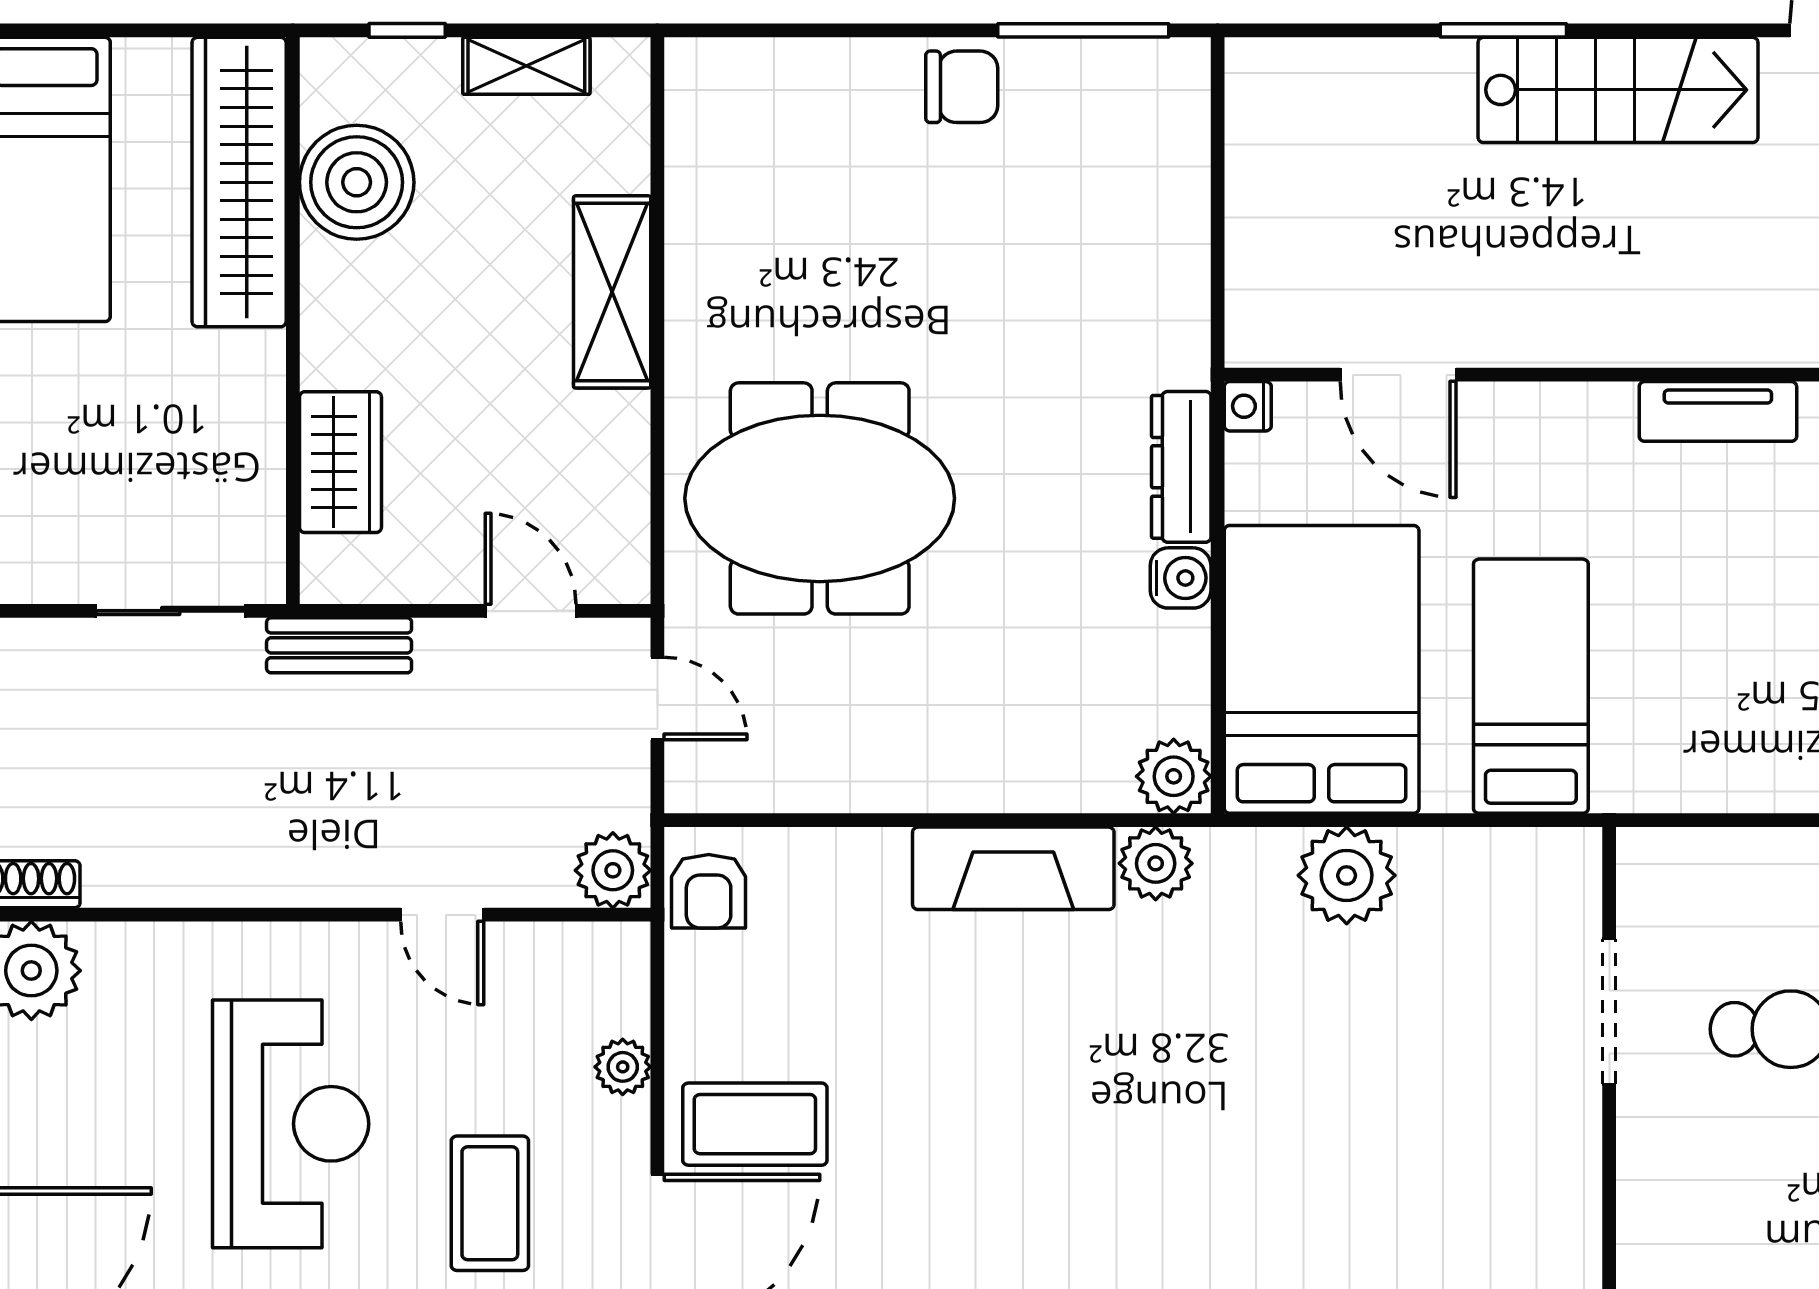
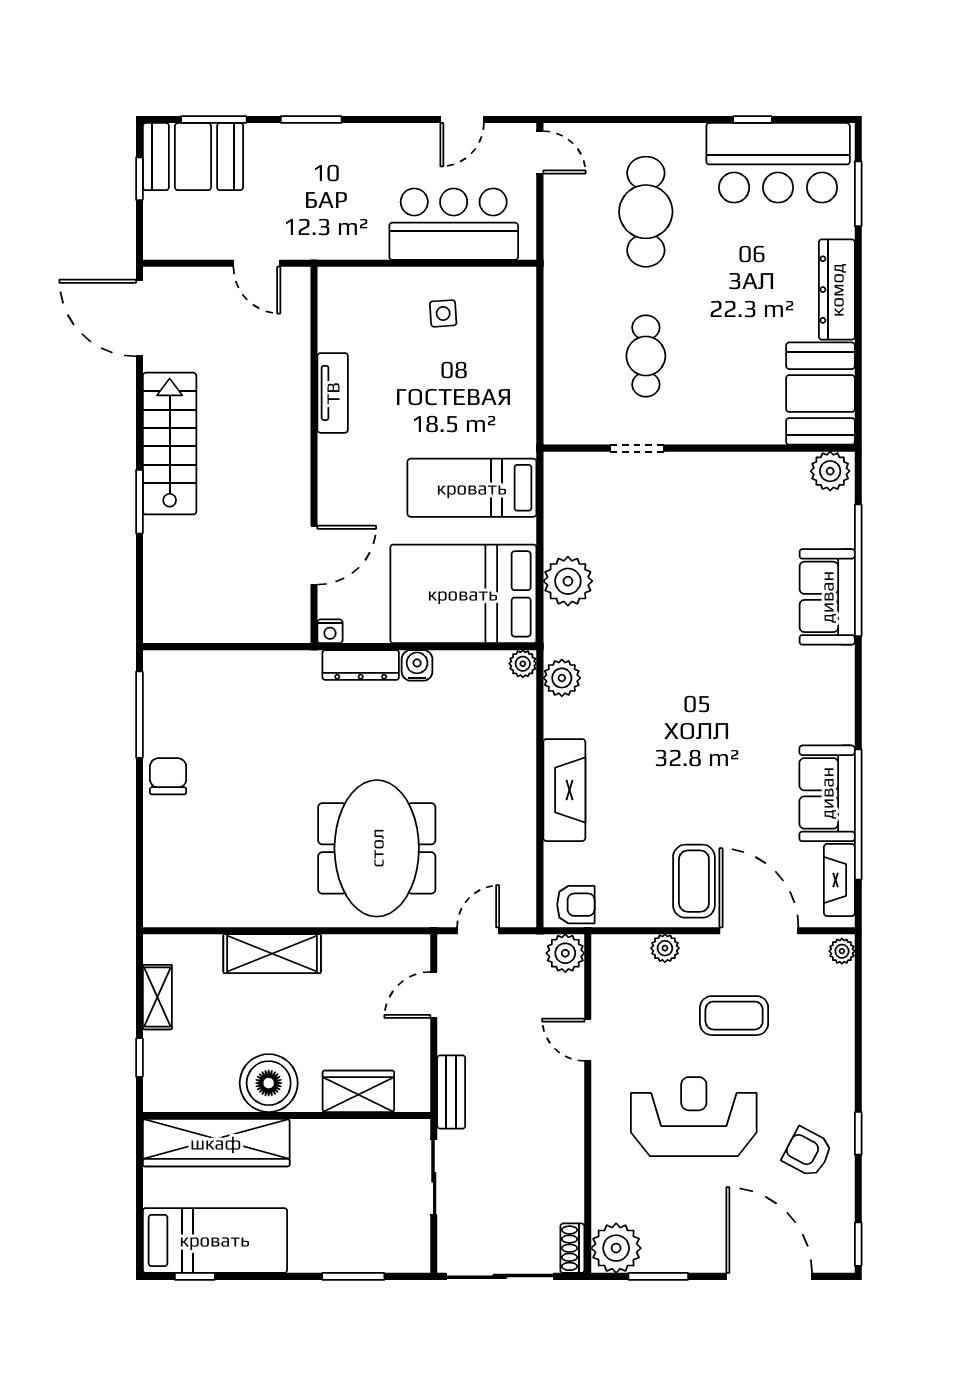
boiler: (357, 182) -> (269, 1083), moved
plant: (1174, 776) -> (523, 664), width x0.73, depth x0.73
fireplace: (1013, 868) -> (564, 790), moved
door: (442, 915) -> (588, 1040), swing flipped
doorway: (1609, 1011) -> (637, 448), width x0.73

